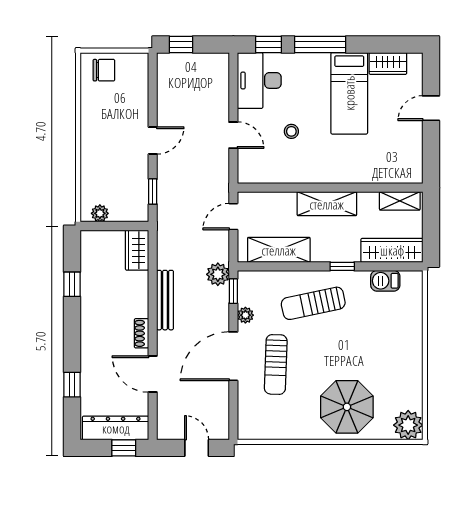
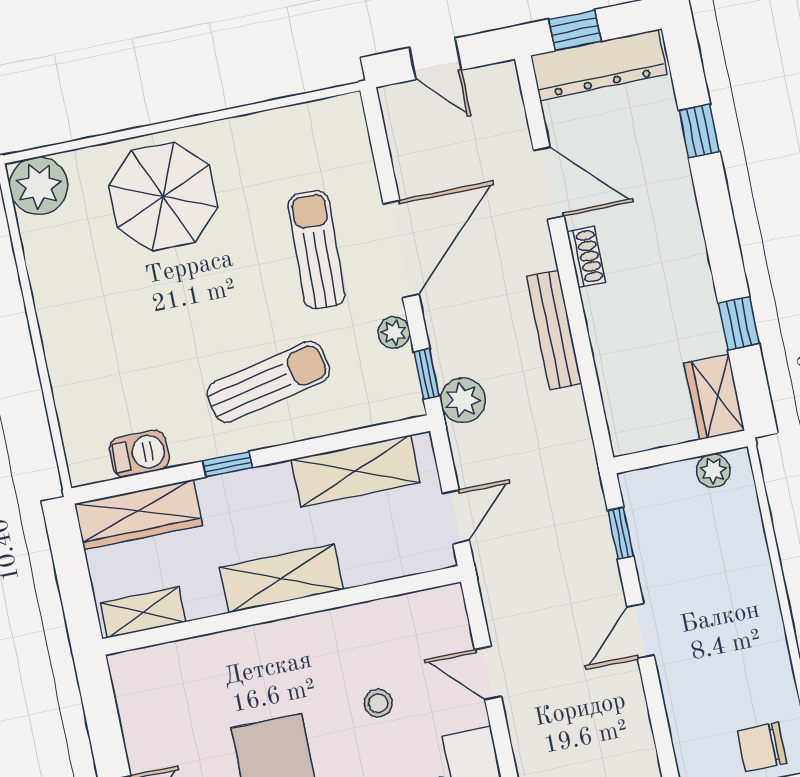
wardrobe: (137, 250) -> (714, 397), moved, turned 180

